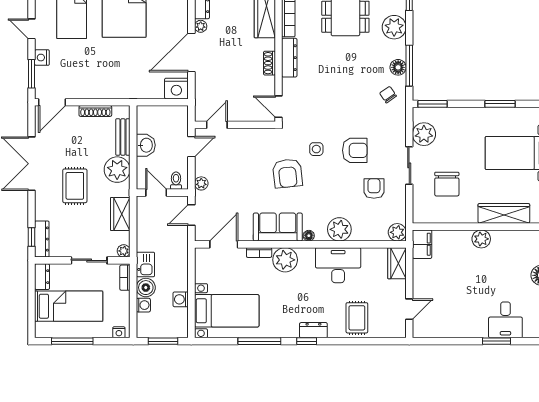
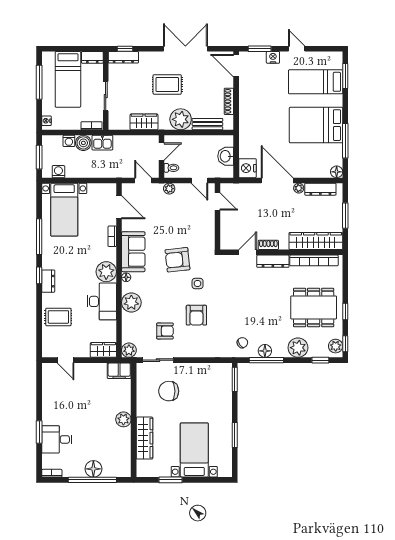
door: (31, 29) -> (297, 49), hinge flipped
door: (278, 107) -> (248, 252), moved
plant: (424, 134) -> (210, 372), removed
washbasin: (146, 145) -> (226, 156), moved, turned 90
sliding door: (409, 165) -> (158, 360), moved
plant: (124, 251) -> (114, 125), removed
plant: (285, 260) -> (106, 272), moved
washing machine: (181, 299) -> (58, 172), moved

